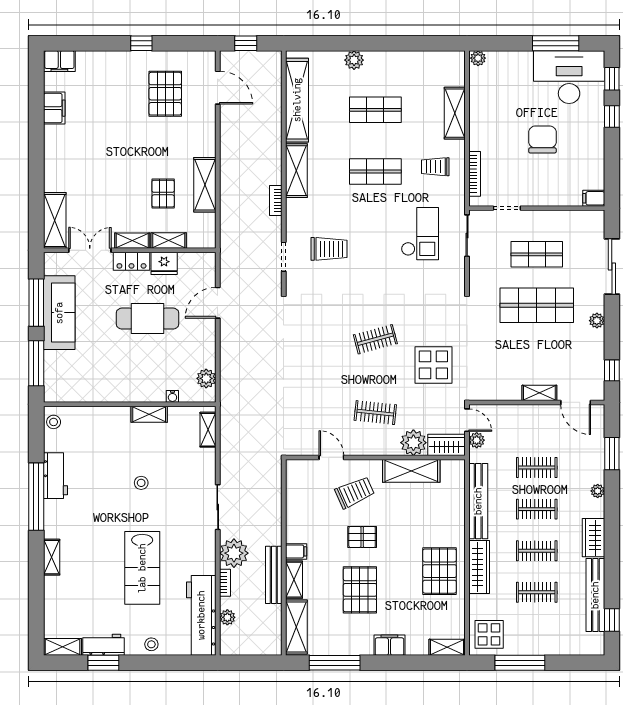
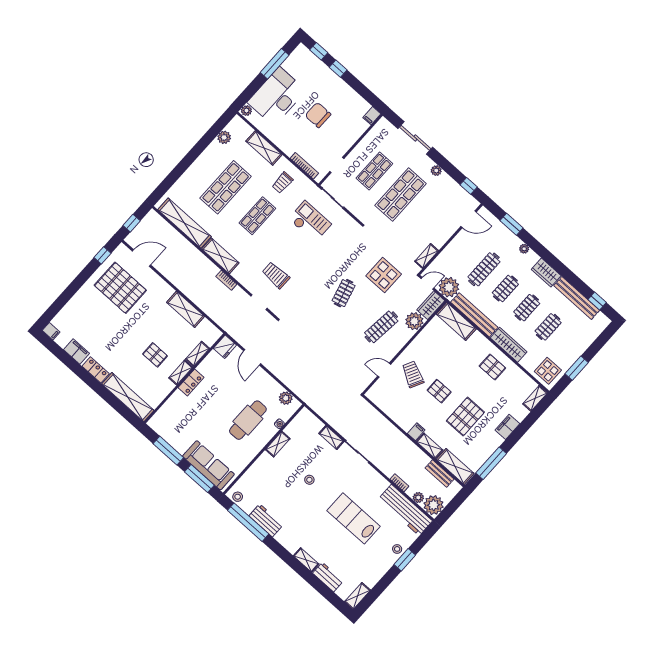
window: (141, 43) -> (103, 255), moved
plant: (354, 60) -> (224, 137), moved
filing cabinet: (59, 61) -> (51, 331), width x0.50
desk: (569, 77) -> (277, 96), moved
pallet: (165, 94) -> (120, 288), width x1.37, depth x1.41
shop shelf: (375, 110) -> (226, 187), width x1.43, depth x1.36
locker: (53, 146) -> (96, 370), added
pallet: (163, 194) -> (155, 355), moved
shelving: (55, 220) -> (128, 397), width x1.47
trolley: (329, 249) -> (276, 275), turned -90
double door: (90, 250) -> (166, 399), removed
fridge: (164, 263) -> (225, 347), moved
sofa: (59, 313) -> (208, 465), moved
cafe table: (148, 319) -> (248, 420), moved
shelving: (539, 393) -> (427, 256), moved
clothes rail: (375, 413) -> (381, 327), width x1.36
shelving: (208, 430) -> (331, 437), moved
plant: (477, 440) -> (449, 287), width x1.88, depth x1.88
clothes rail: (537, 468) -> (484, 269), width x1.36
shelving: (411, 471) -> (456, 321), moved, turned 90
trolley: (355, 492) -> (413, 374), turned -39
window: (36, 497) -> (248, 522), moved
pallet: (362, 537) -> (439, 391), turned 90
plant: (234, 553) -> (434, 505), moved
lab bench: (142, 568) -> (354, 518), turned 180
pallet: (440, 571) -> (492, 367), width x0.67, depth x0.71
bench: (274, 575) -> (440, 473), moved, width x0.73
pallet: (360, 590) -> (465, 417), turned 90
workbench: (103, 645) -> (328, 577), moved, turned 90
window: (103, 663) -> (405, 560), moved
window: (520, 663) -> (577, 368), width x0.69

